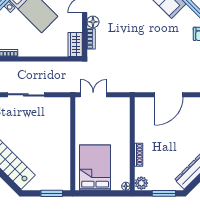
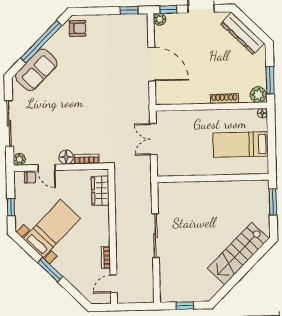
wardrobe: (75, 45) -> (100, 191), moved, turned 90
double door: (93, 95) -> (153, 139), moved
bed: (95, 168) -> (241, 144), width x0.67
window: (164, 193) -> (270, 80), moved

